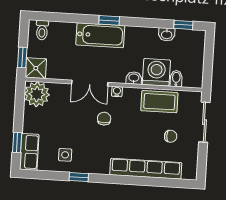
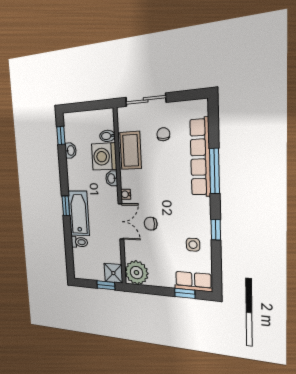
toilet: (42, 30) -> (79, 242), moved
chair: (104, 119) -> (151, 224), moved
window: (132, 180) -> (214, 171), added

